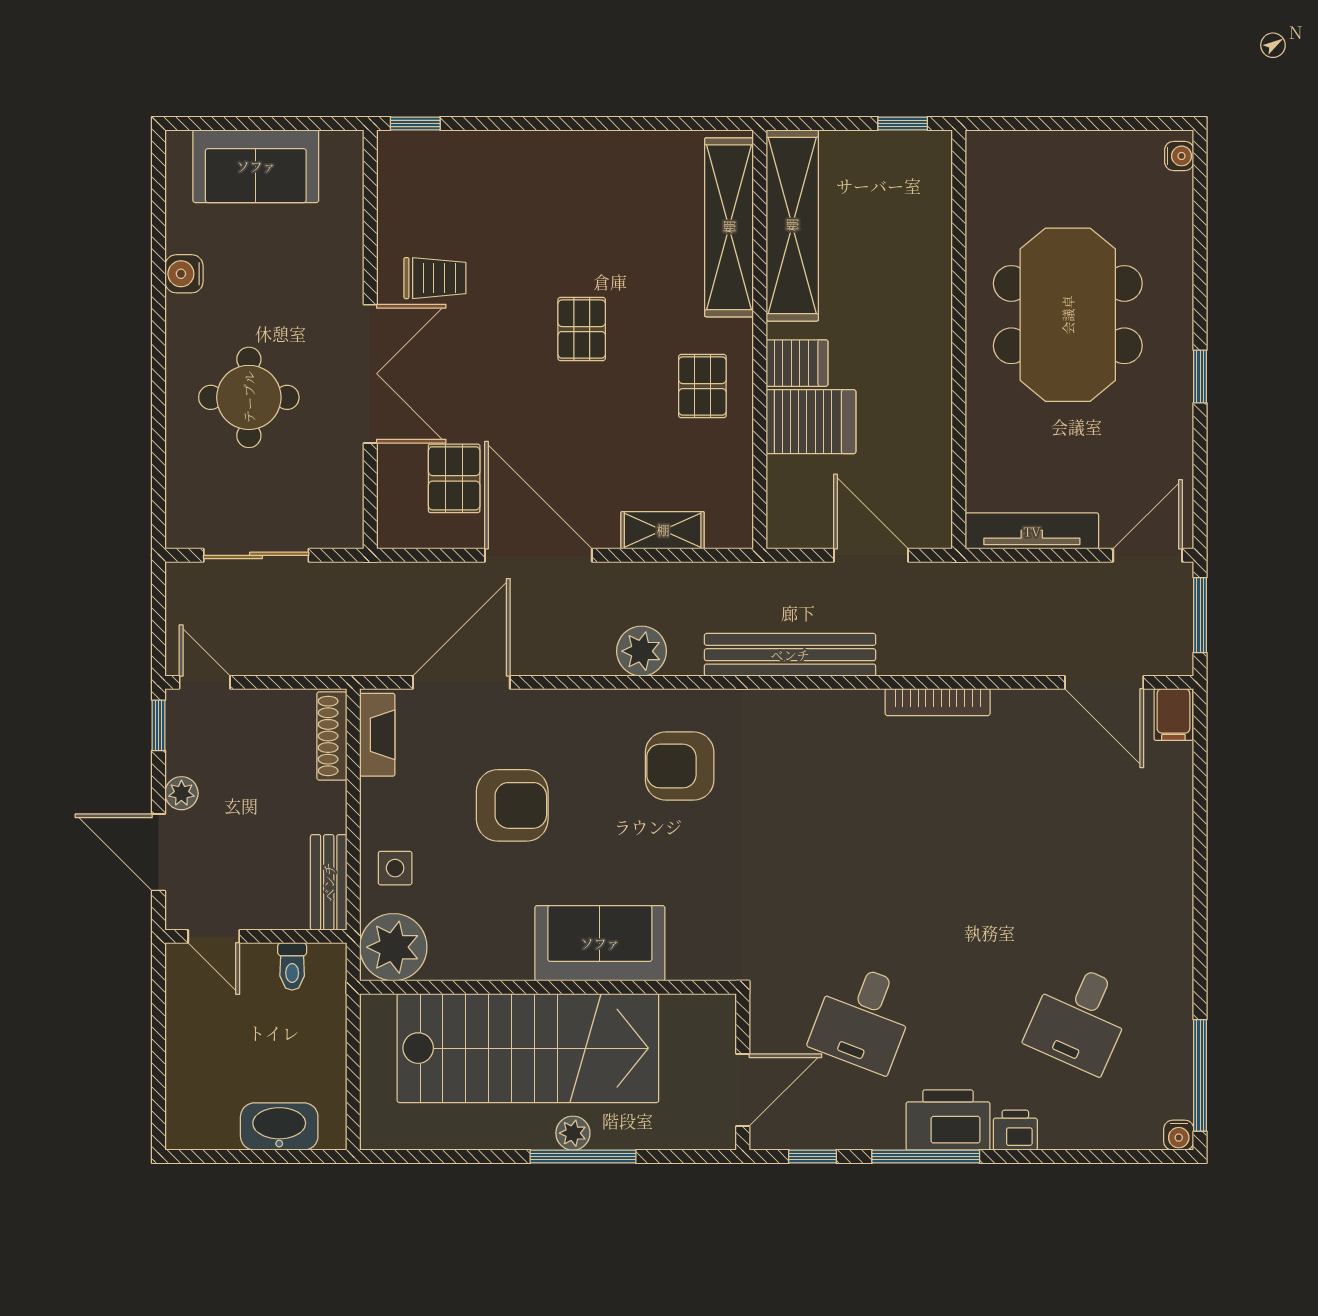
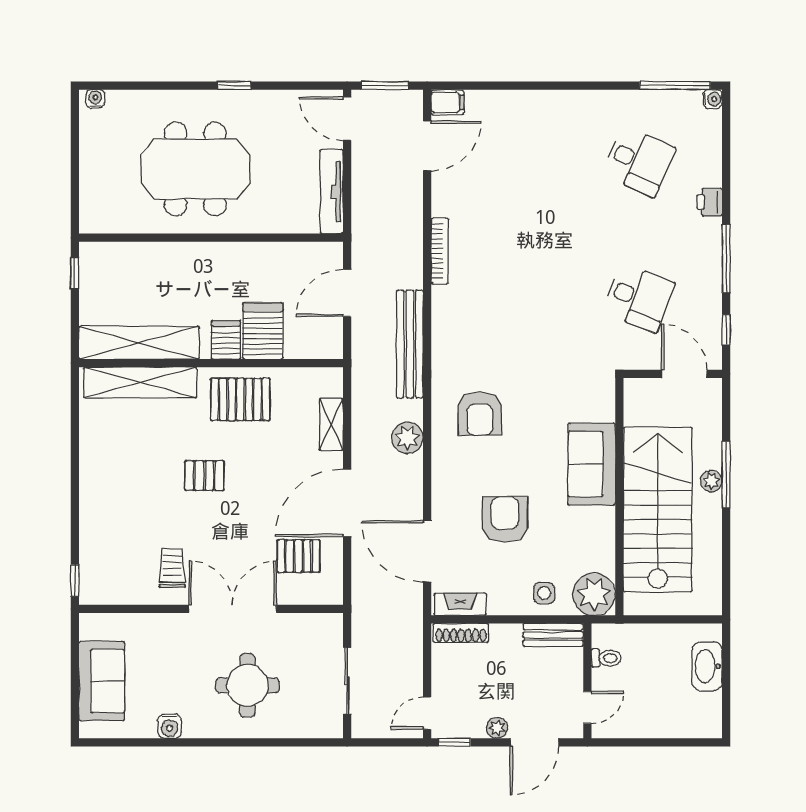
pallet: (702, 386) -> (240, 399), width x1.50, depth x1.42
printer: (948, 1120) -> (703, 245), removed

